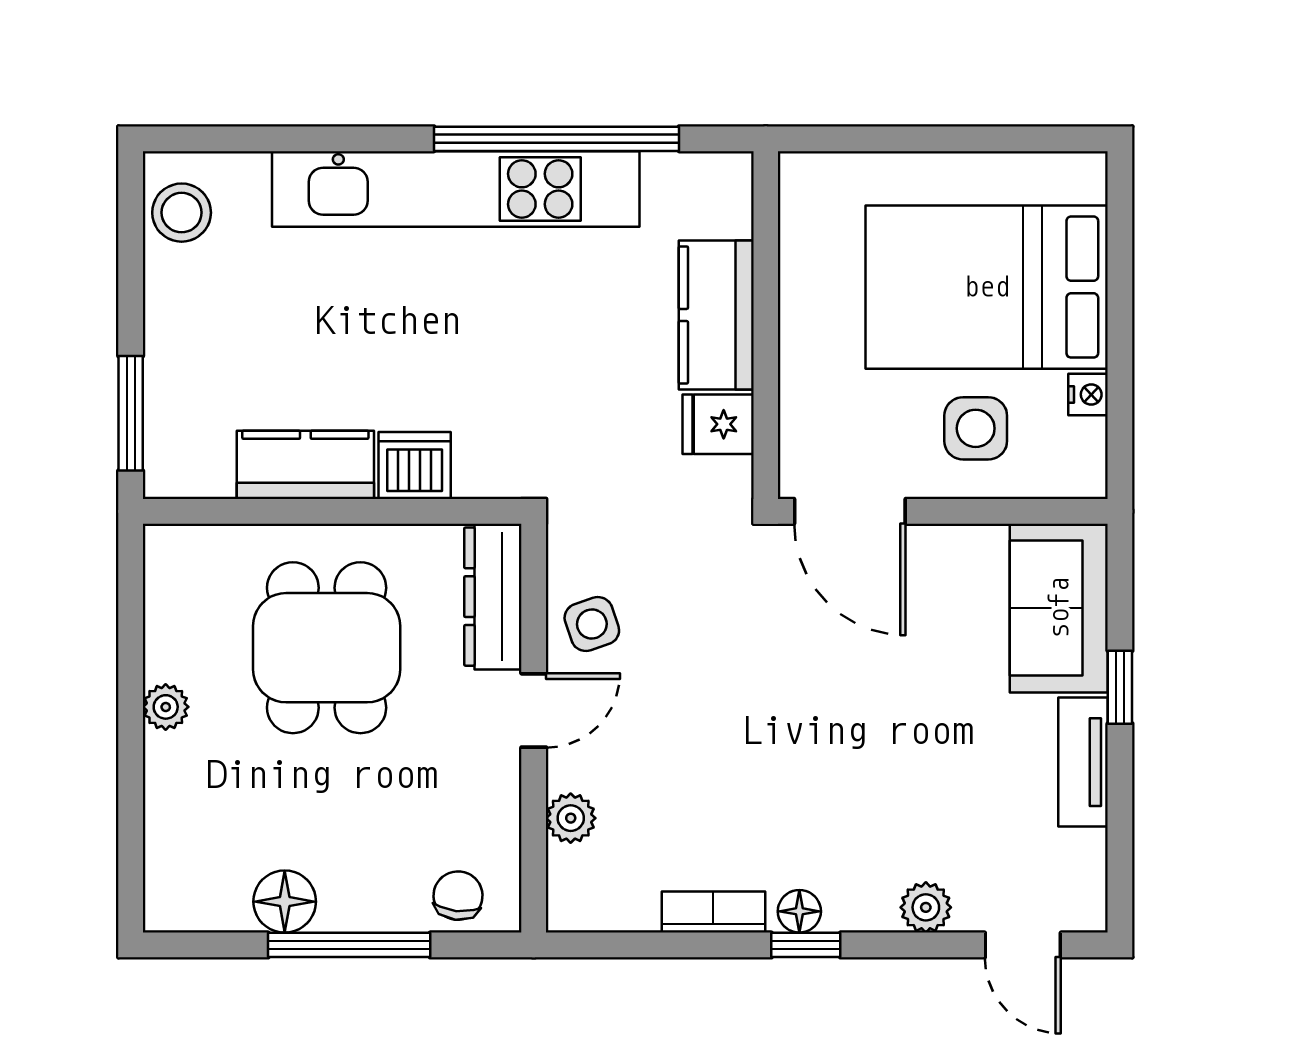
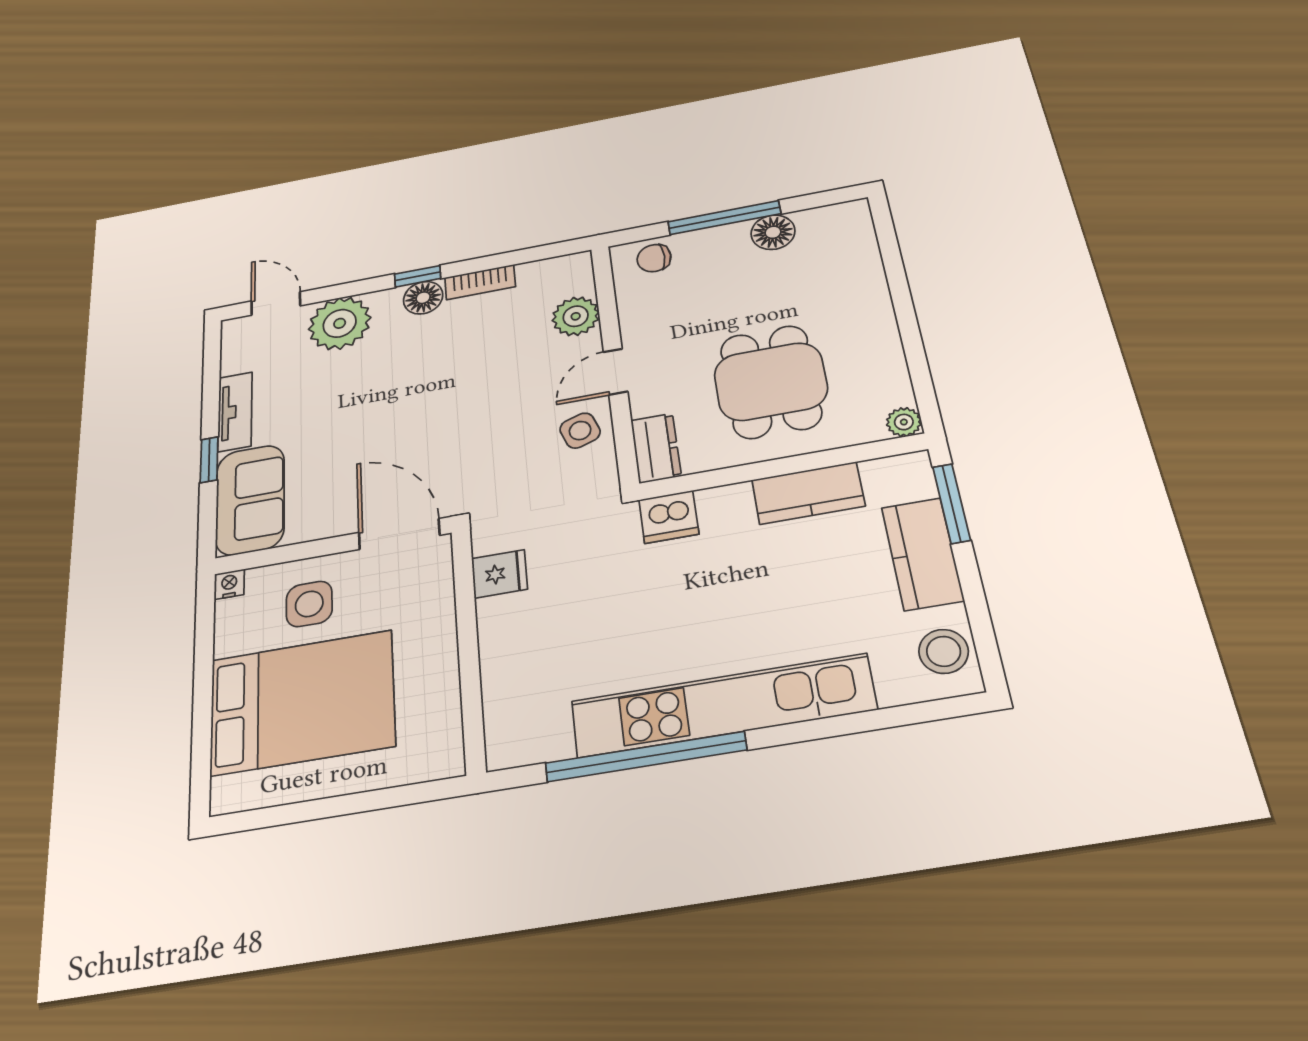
kitchen counter: (716, 315) -> (922, 554), moved, turned 180
nightstand: (1088, 394) -> (229, 584), moved, turned 90
dishwasher: (415, 465) -> (669, 517), moved
dresser: (493, 597) -> (656, 448), width x0.70
plant: (166, 707) -> (904, 422), moved
plant: (571, 818) -> (576, 316), width x1.38, depth x1.38
chair: (458, 896) -> (654, 258), turned 84
plant: (926, 907) -> (340, 323), width x1.88, depth x1.88
floor lamp: (799, 911) -> (423, 298), width x1.37, depth x1.37

